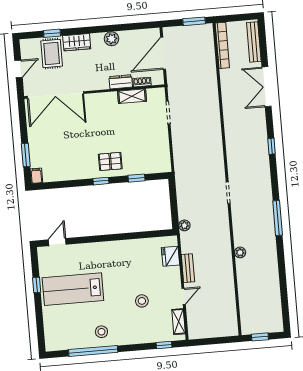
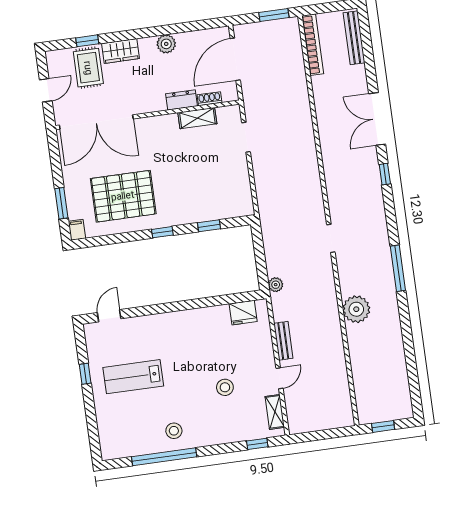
double door: (267, 87) -> (377, 119), moved
pallet: (110, 161) -> (123, 196), moved, width x2.05, depth x2.00
plant: (240, 252) -> (356, 309), width x1.87, depth x1.87
fridge: (171, 256) -> (243, 313), moved, turned -90
lab bench: (73, 289) -> (133, 377), width x0.73, depth x0.72

